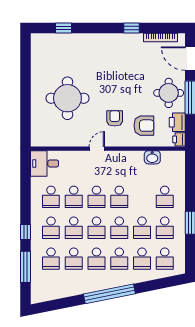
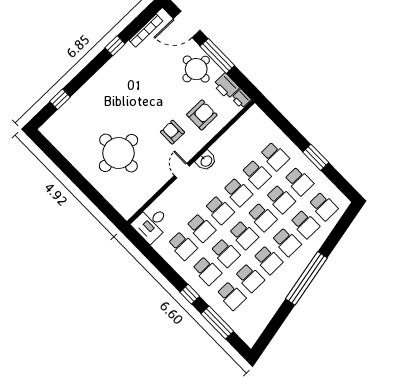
washbasin: (152, 157) -> (206, 161), moved
school desk: (142, 197) -> (256, 174), added

